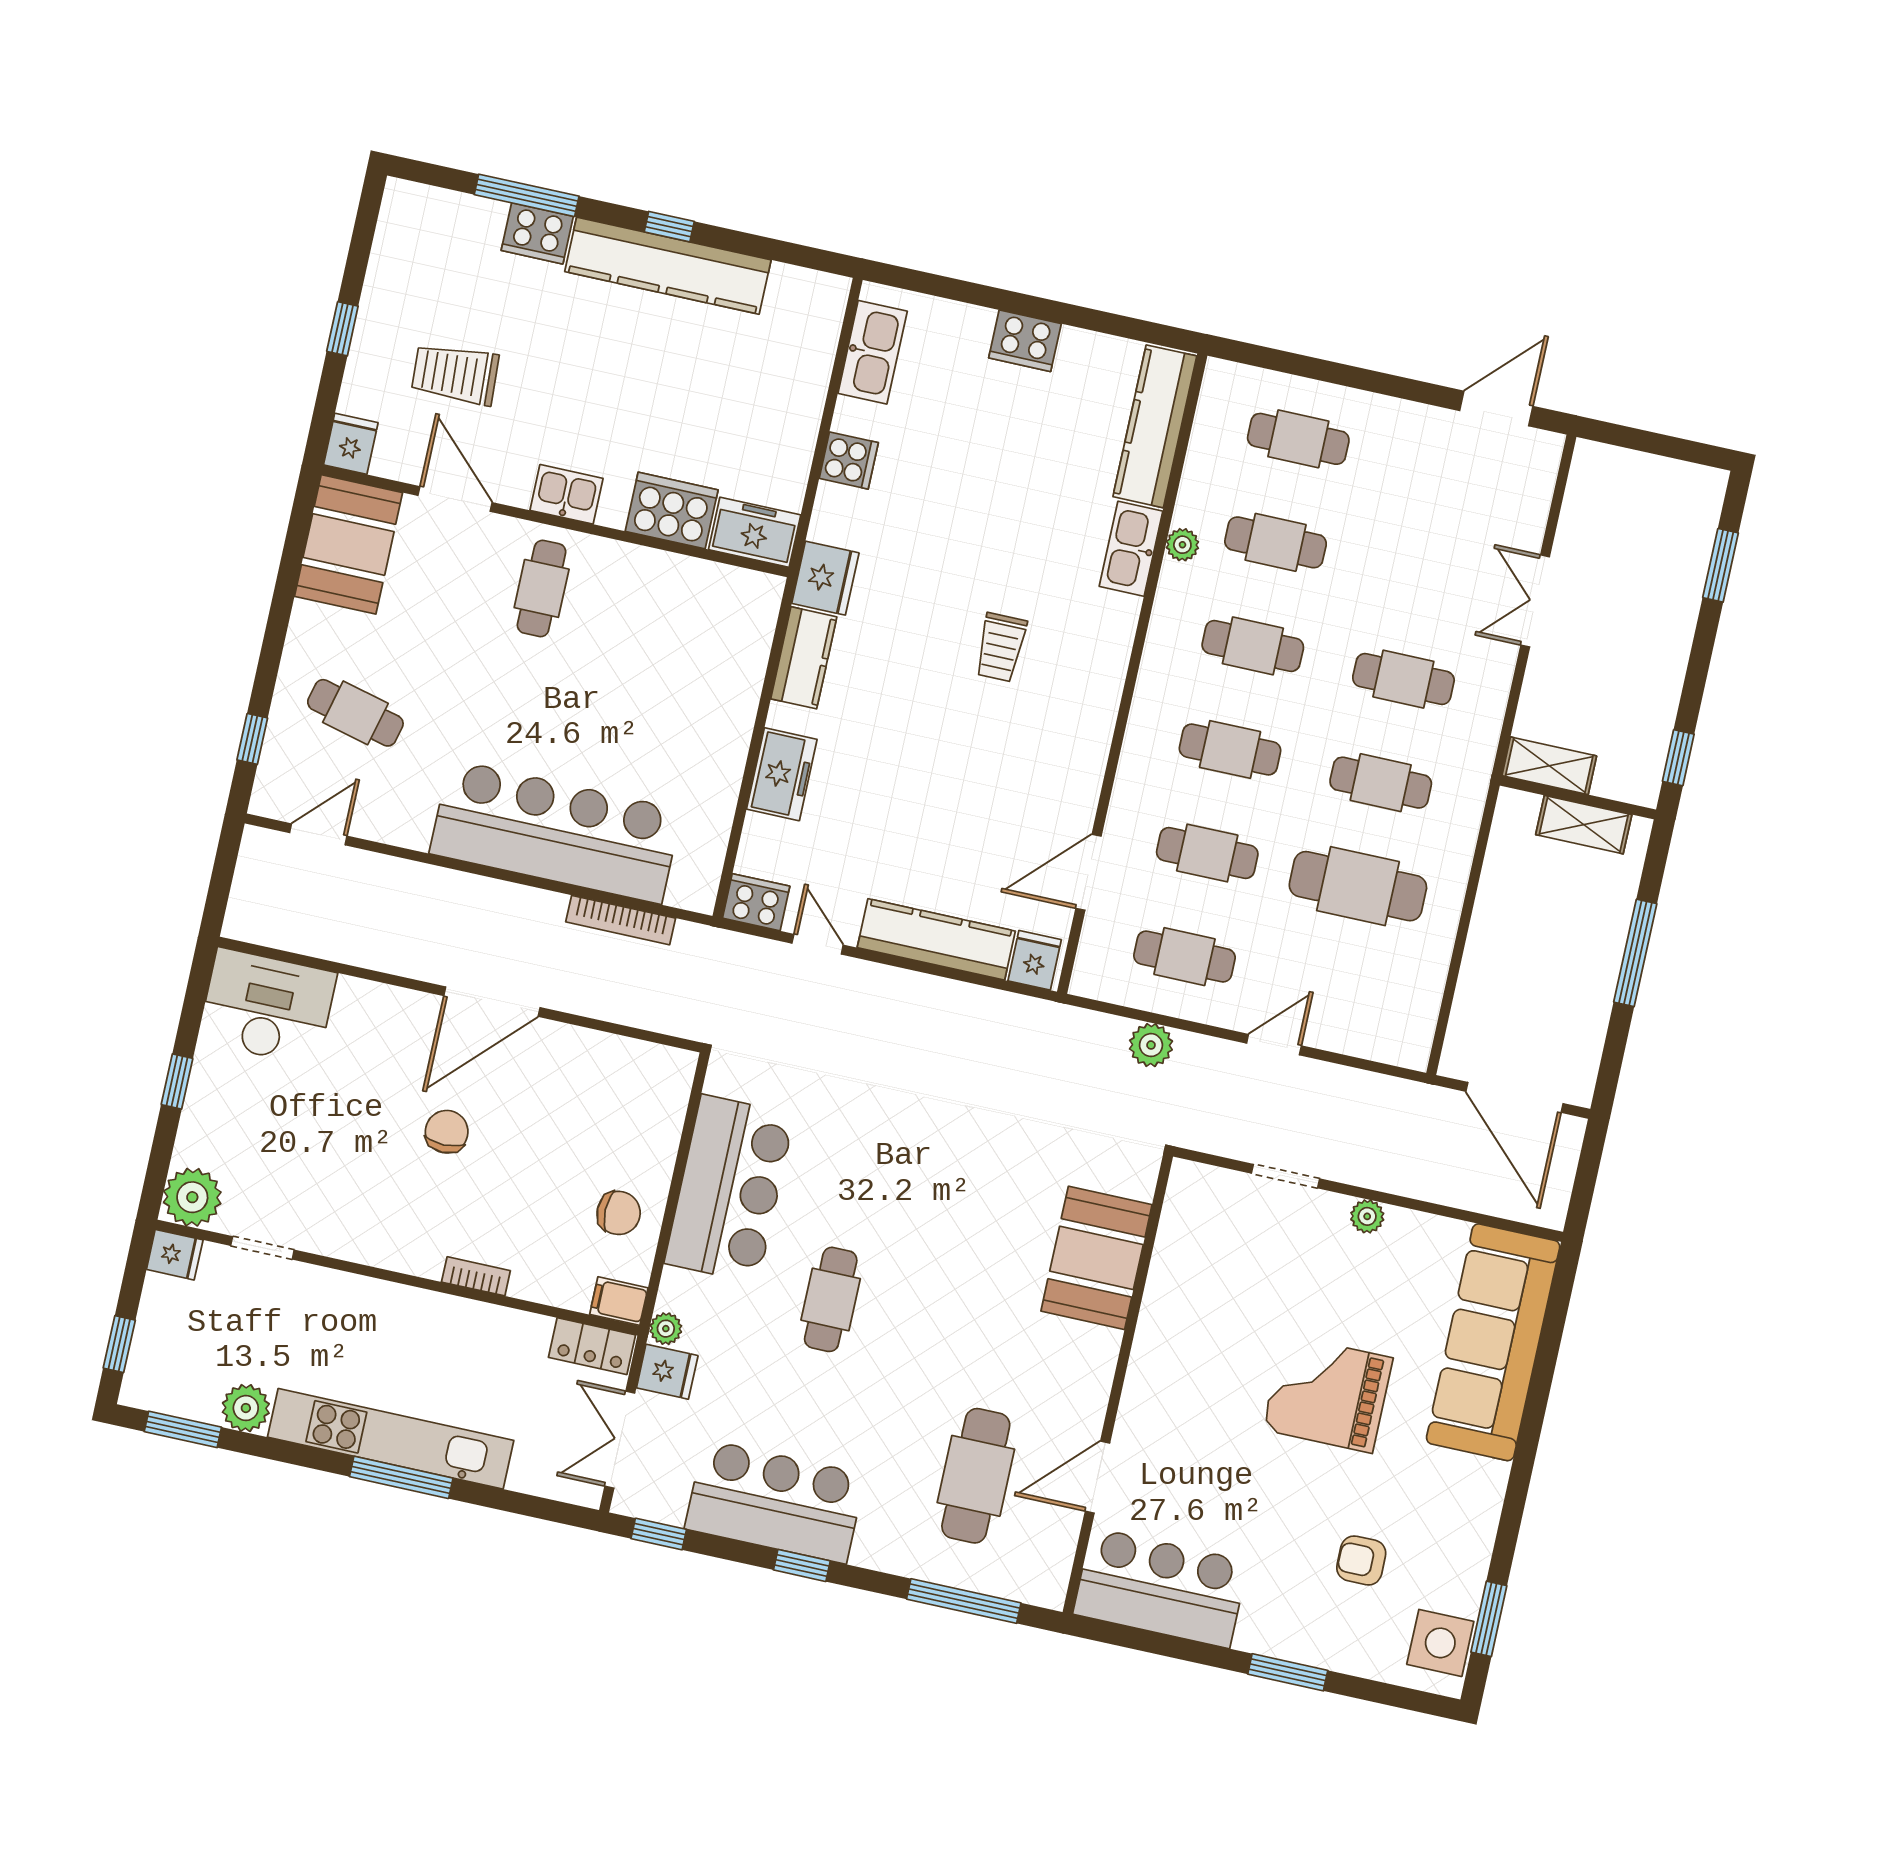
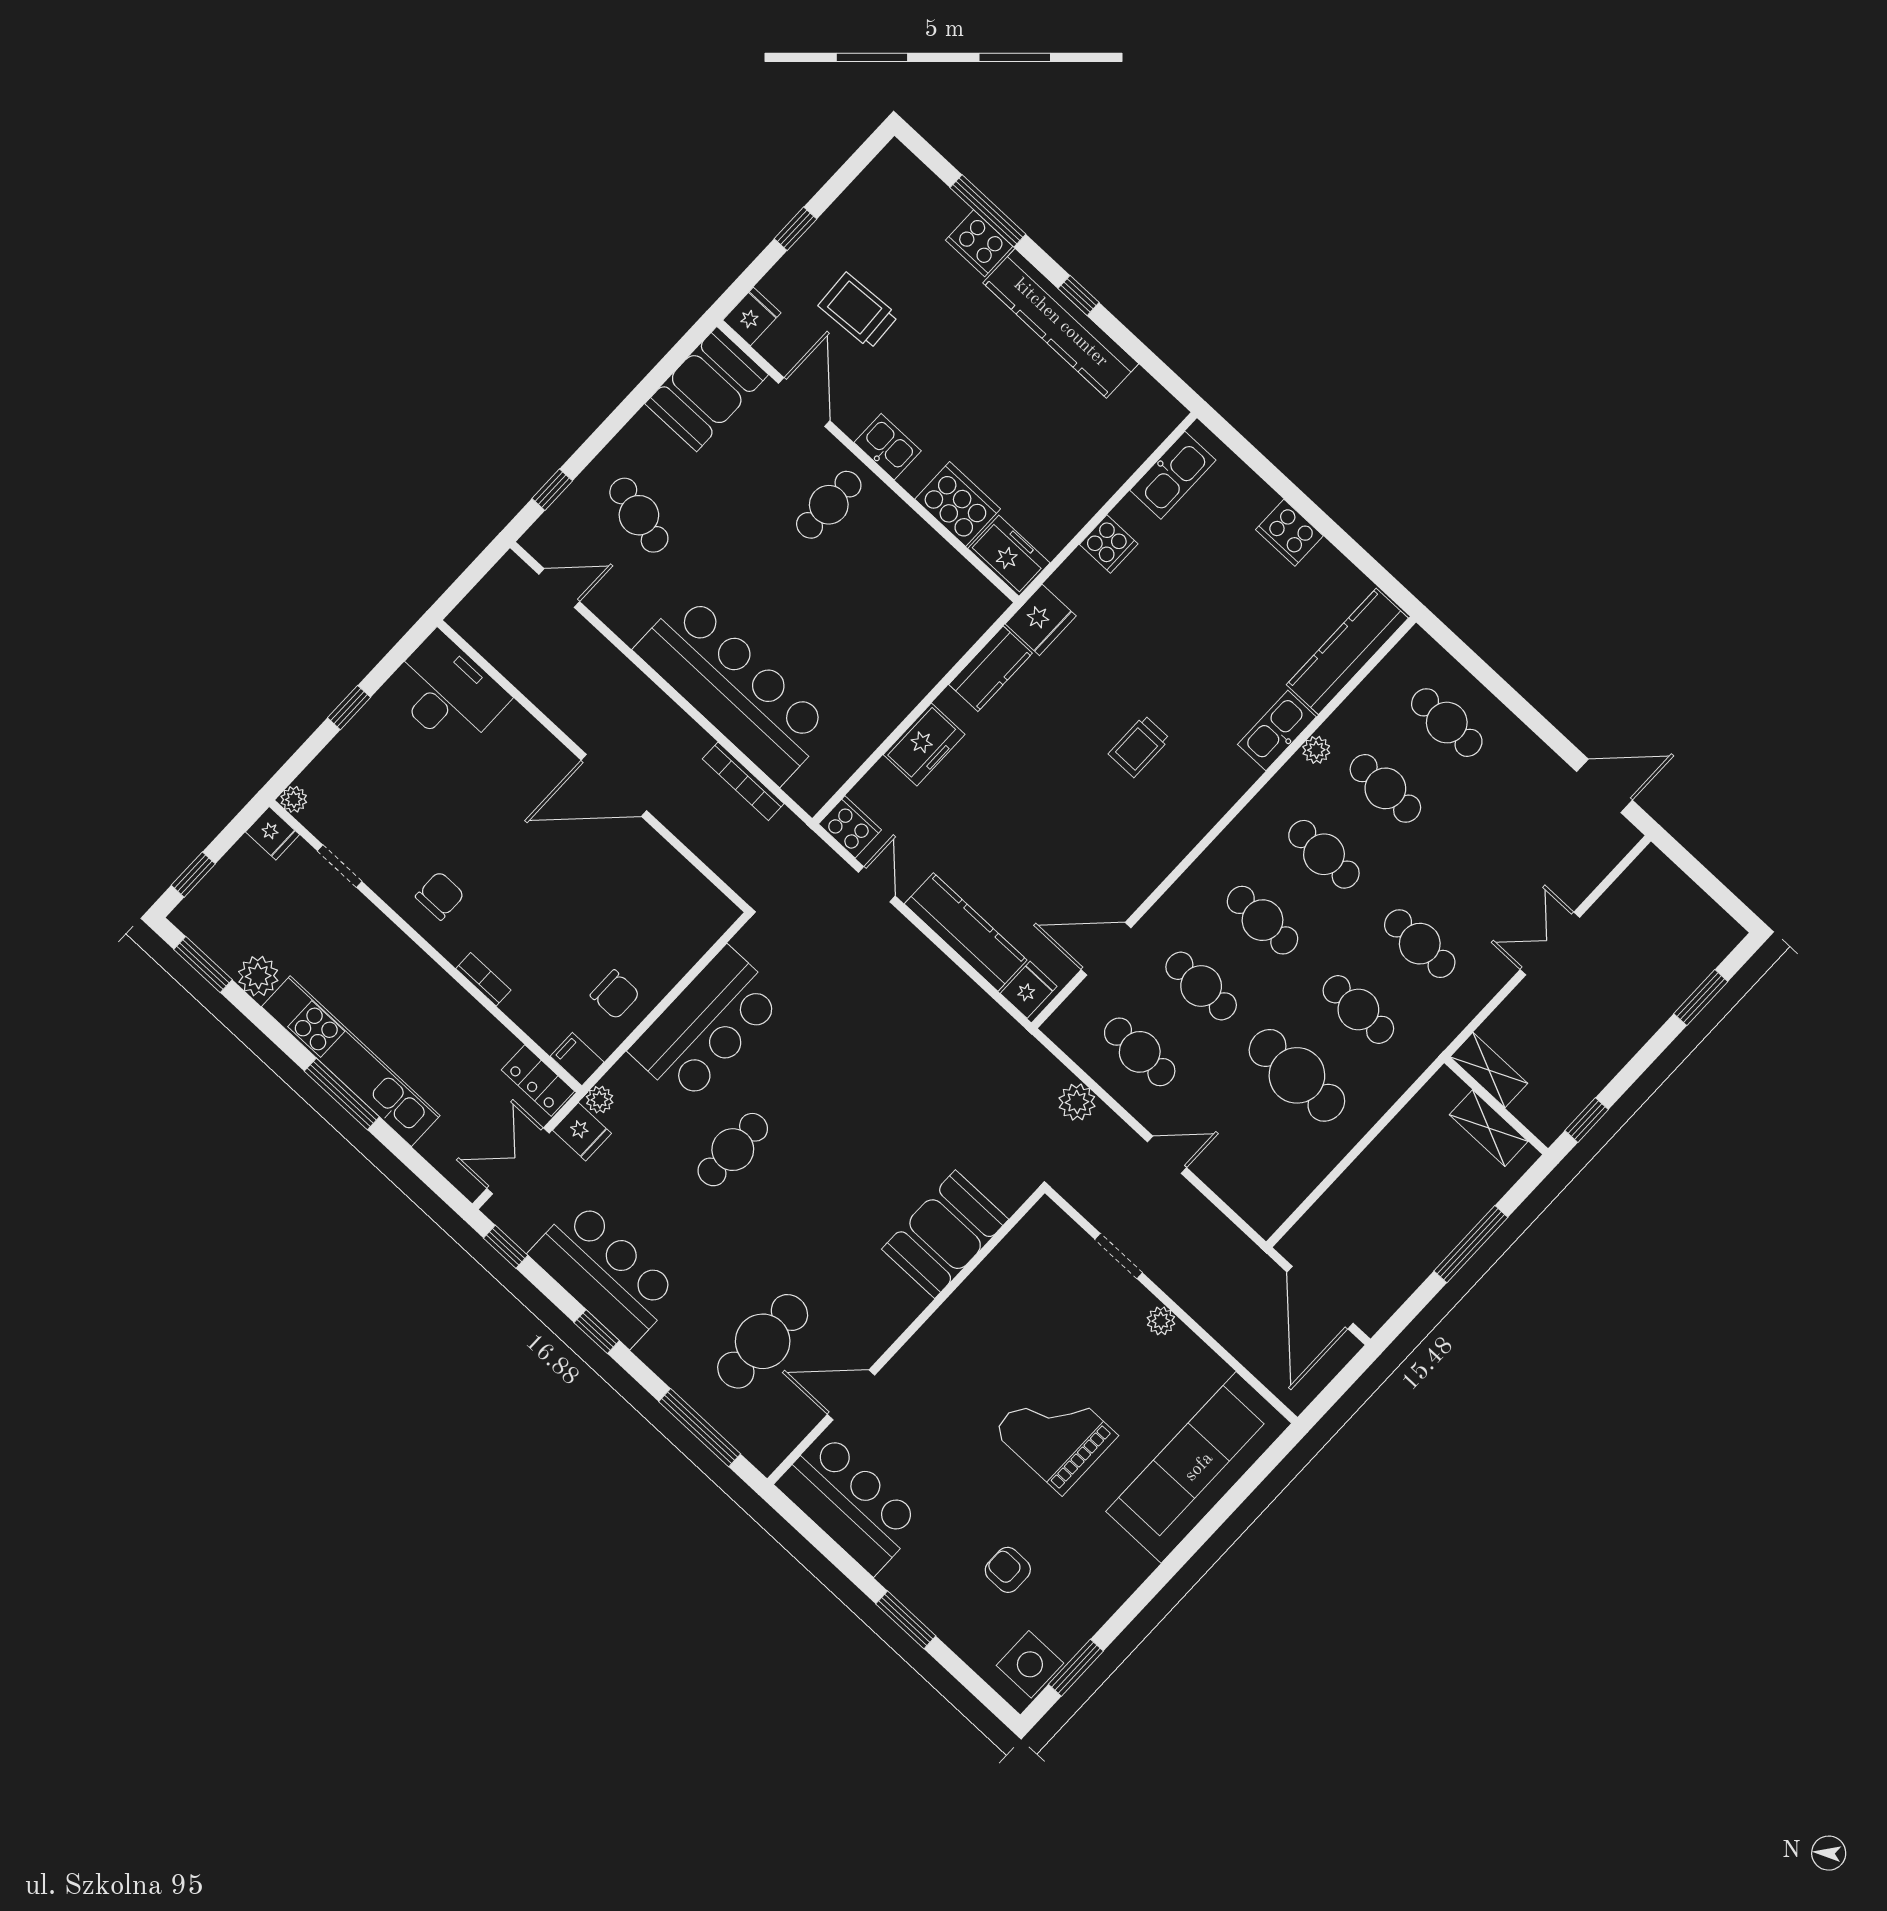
chair: (447, 1132) -> (440, 896), moved
plant: (192, 1197) -> (294, 799), width x0.53, depth x0.53

